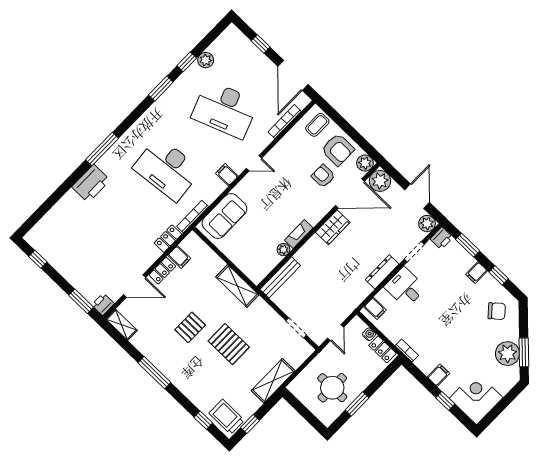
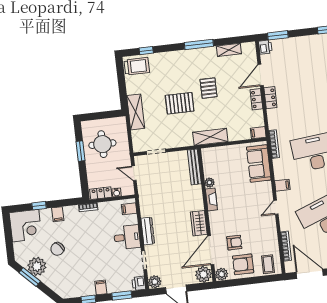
locker: (168, 239) -> (270, 98), moved
filing cabinet: (179, 257) -> (258, 133), moved
chair: (497, 311) -> (57, 249), moved
shelving: (121, 325) -> (229, 50), moved
window: (250, 424) -> (121, 77), removed

